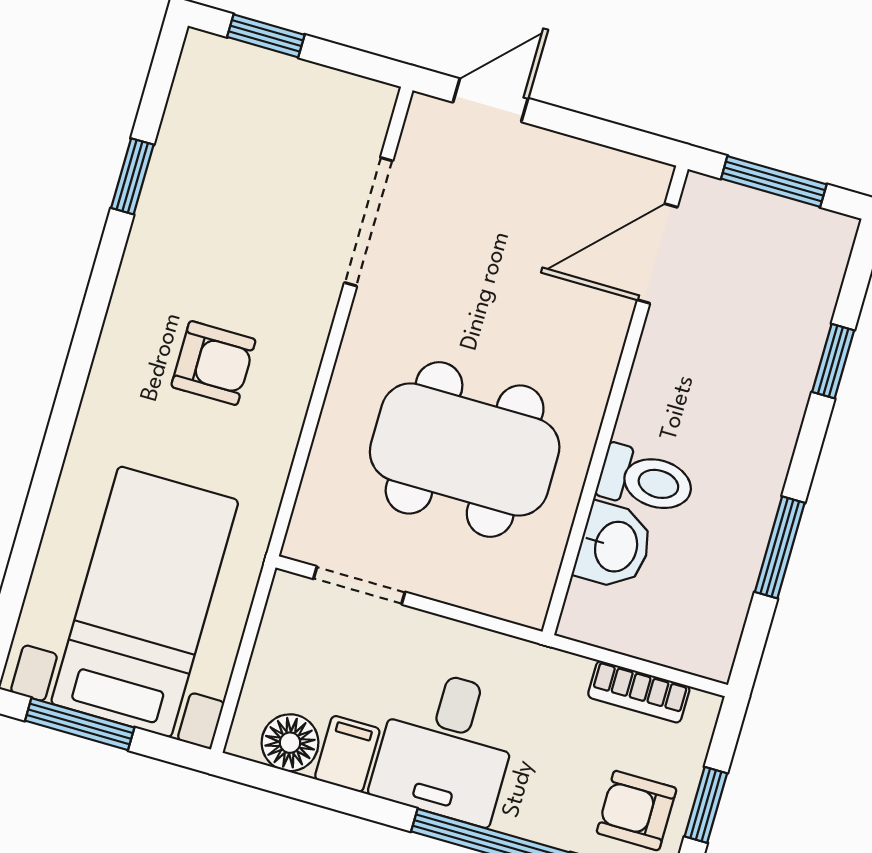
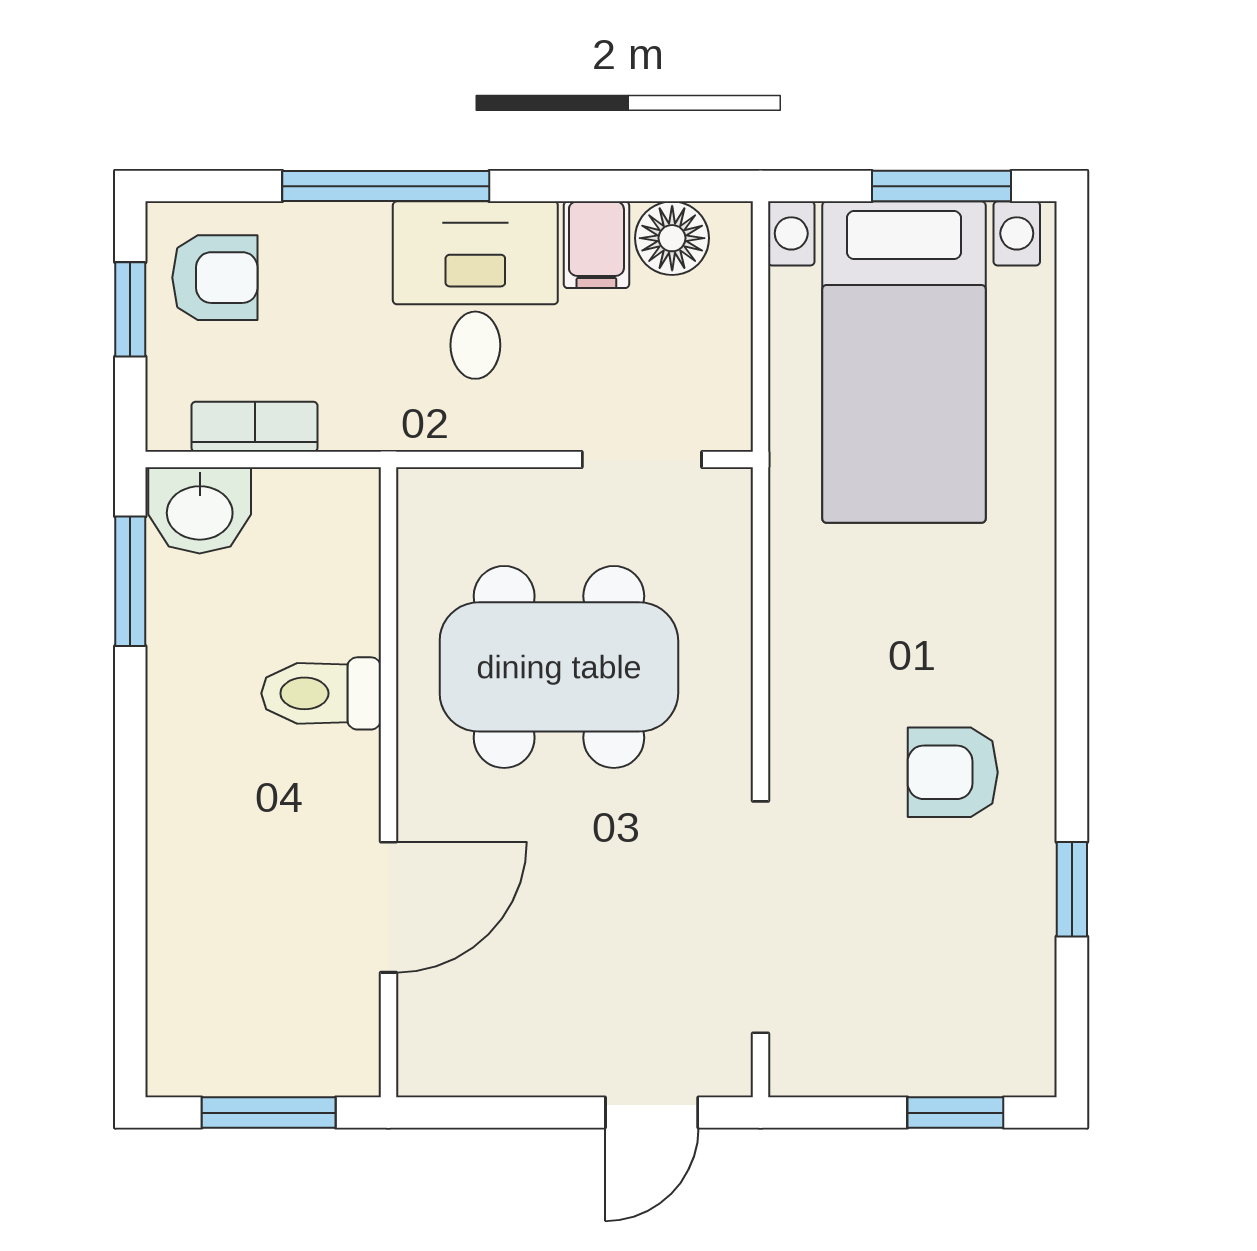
doorway: (369, 222) -> (761, 917), width x1.36
door: (657, 254) -> (388, 907), moved
window: (833, 361) -> (130, 909), removed
armchair: (213, 363) -> (953, 772), moved
washbasin: (614, 546) -> (200, 510), moved, turned -90
window: (780, 547) -> (130, 581), moved

